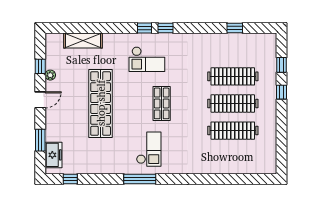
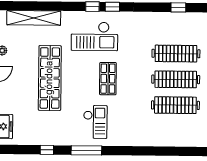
shelving: (83, 40) -> (34, 18), width x1.47
checkout: (147, 59) -> (94, 36), width x1.36, depth x1.21
window: (70, 179) -> (47, 150), moved

